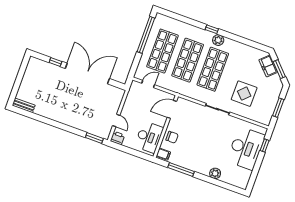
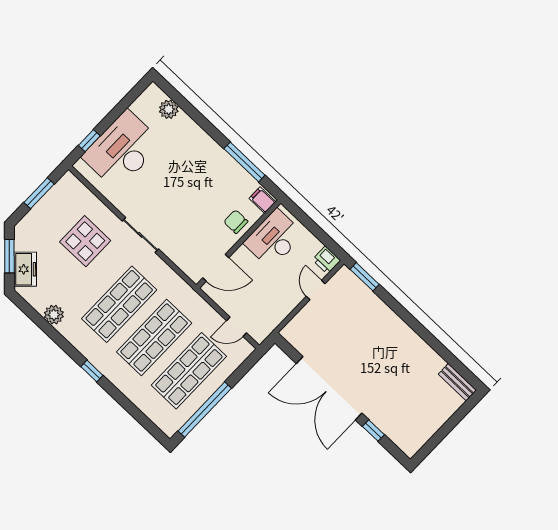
plant: (218, 40) -> (54, 315), moved
plant: (215, 173) -> (169, 109), moved

